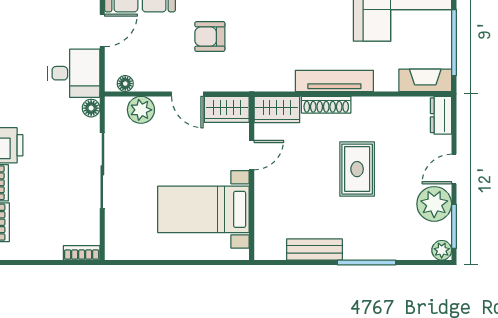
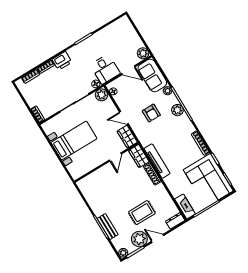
armchair: (210, 36) -> (151, 113), turned 180
tv unit: (334, 81) -> (157, 161), moved
door: (187, 94) -> (124, 118), hinge flipped
plant: (141, 110) -> (101, 95), moved
door: (252, 155) -> (115, 157), hinge flipped
rug: (357, 169) -> (142, 213), moved
bed with nightstands: (203, 209) -> (74, 141), moved, turned 90
bench: (314, 250) -> (108, 226), moved

